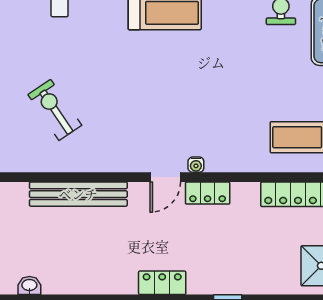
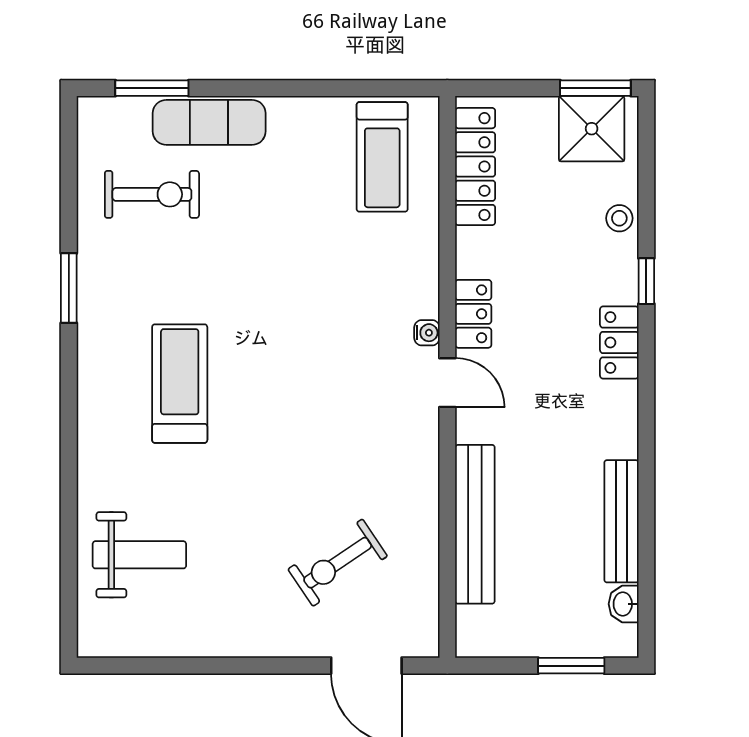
locker: (162, 283) -> (619, 342), moved
stool: (266, 283) -> (619, 218), added
bench: (80, 284) -> (621, 521), added

